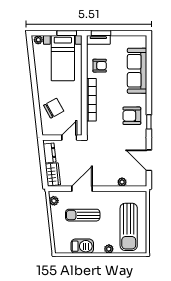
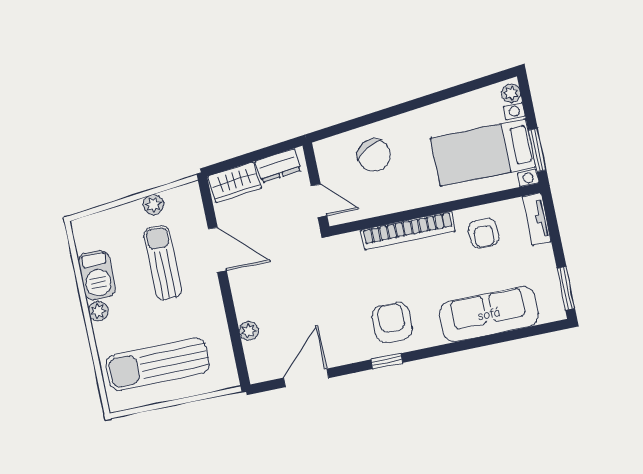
window: (101, 33) -> (566, 288), moved
plant: (54, 201) -> (153, 205), moved
plant: (109, 249) -> (98, 311), moved

